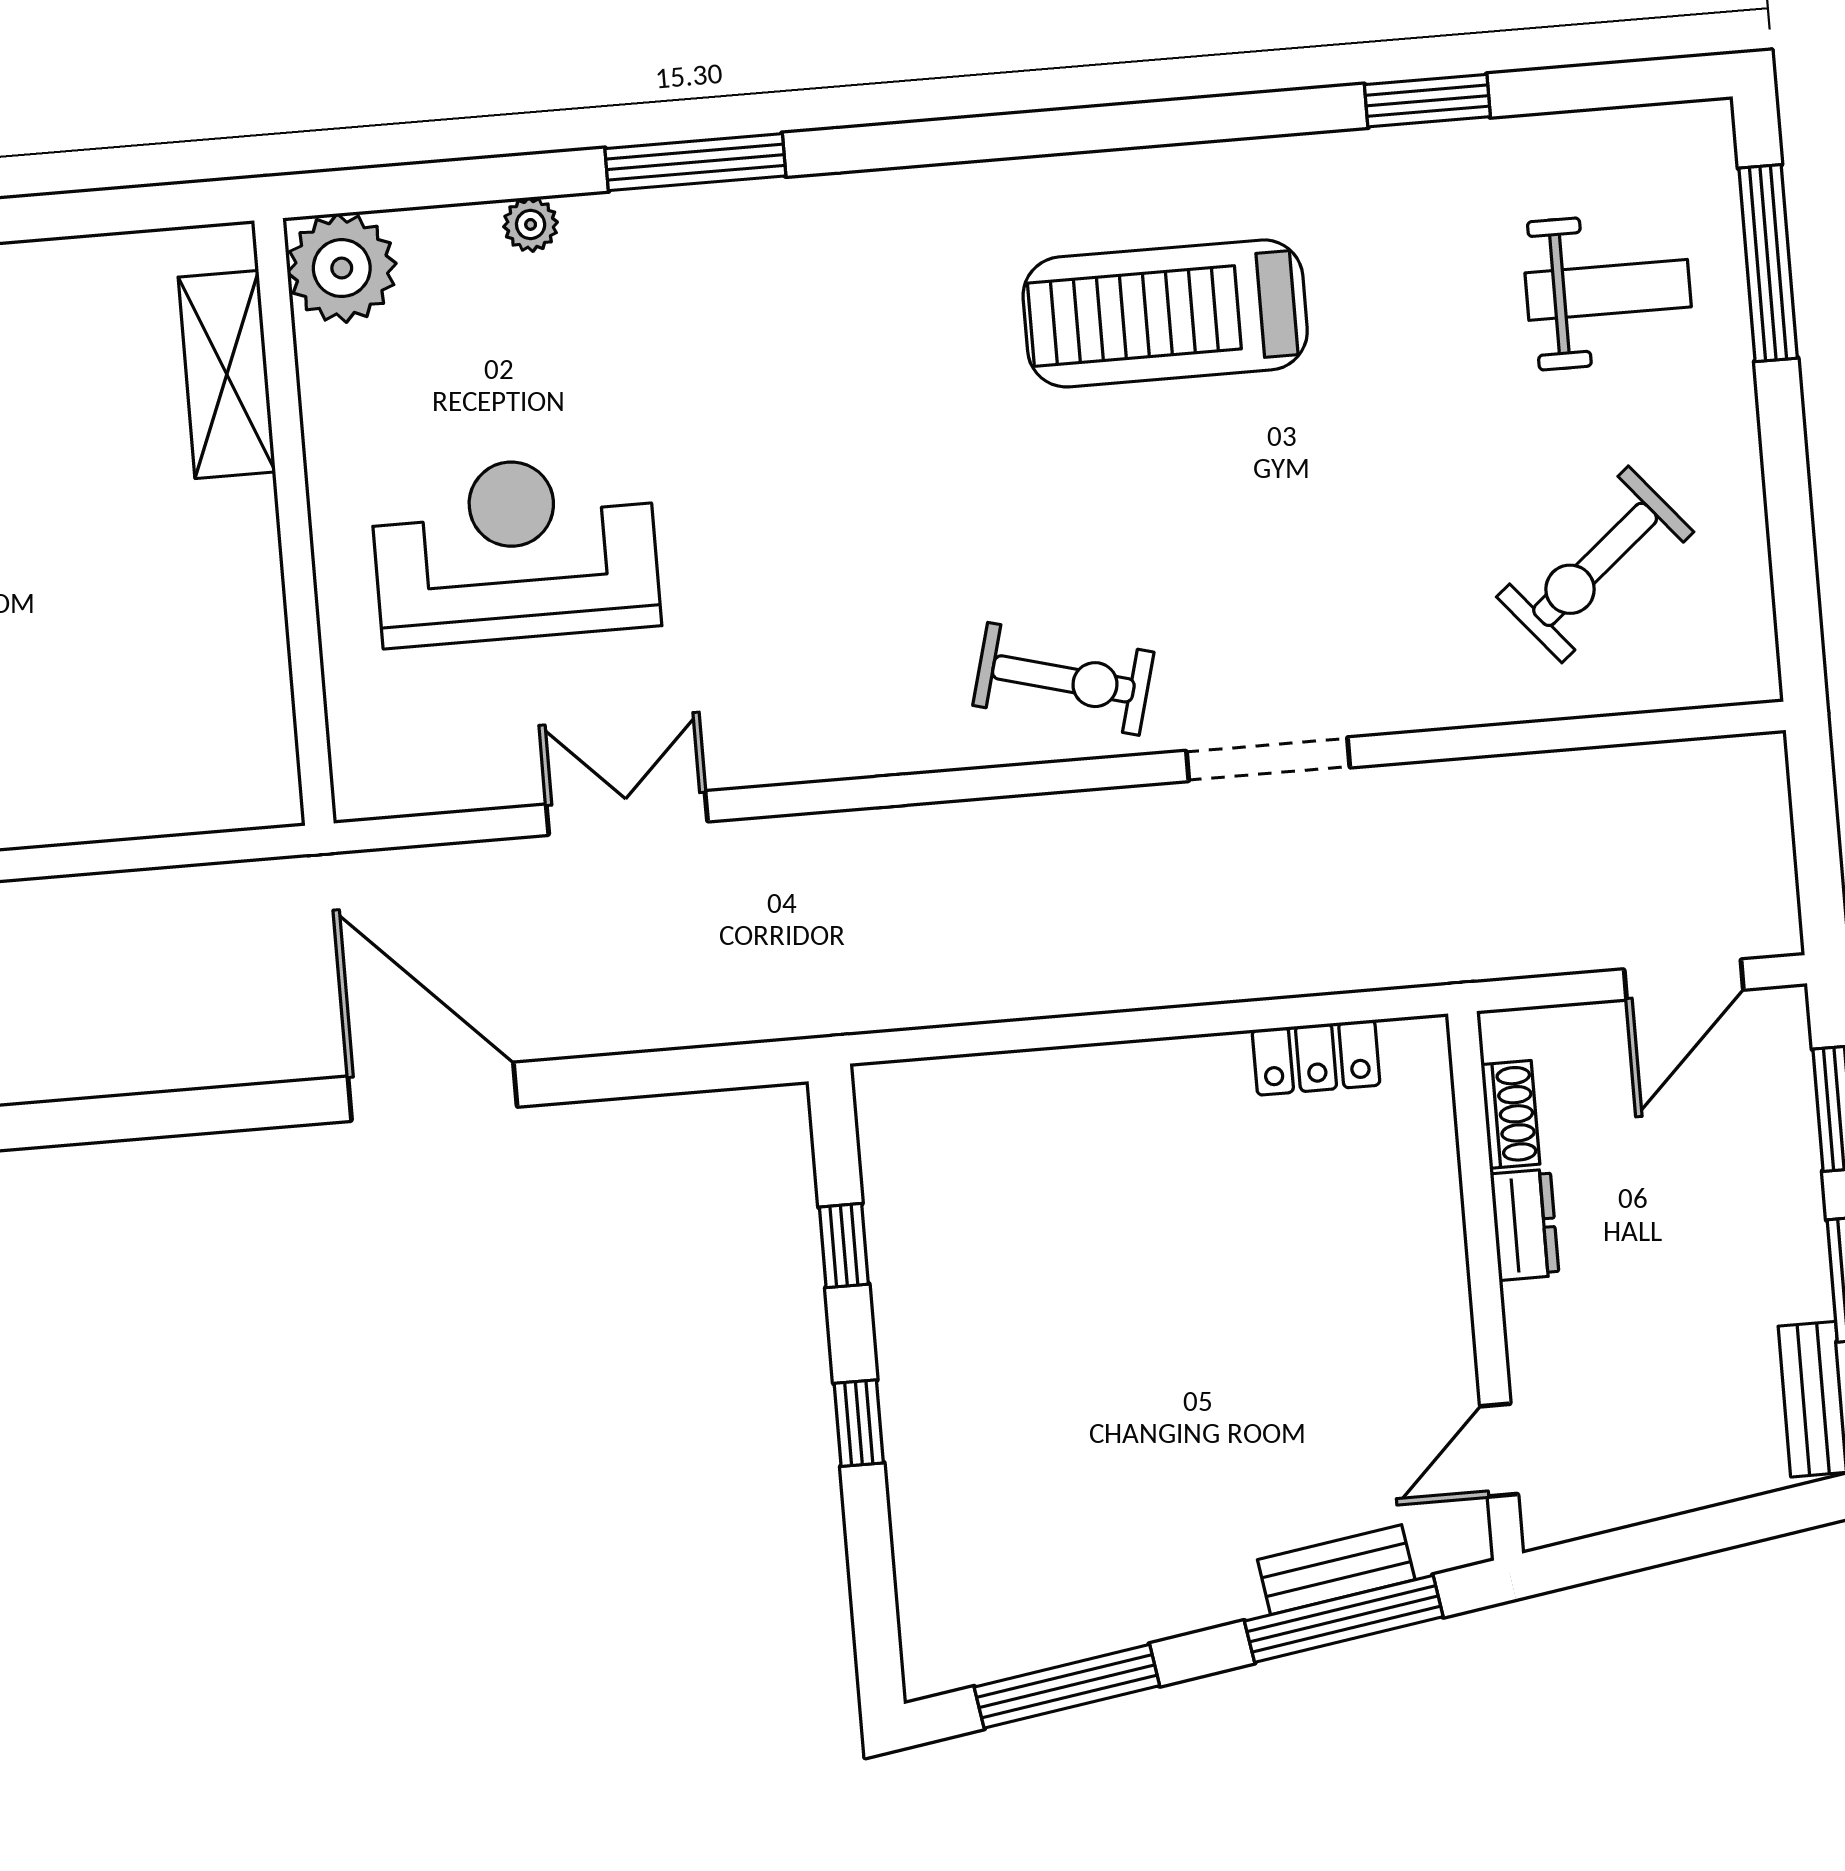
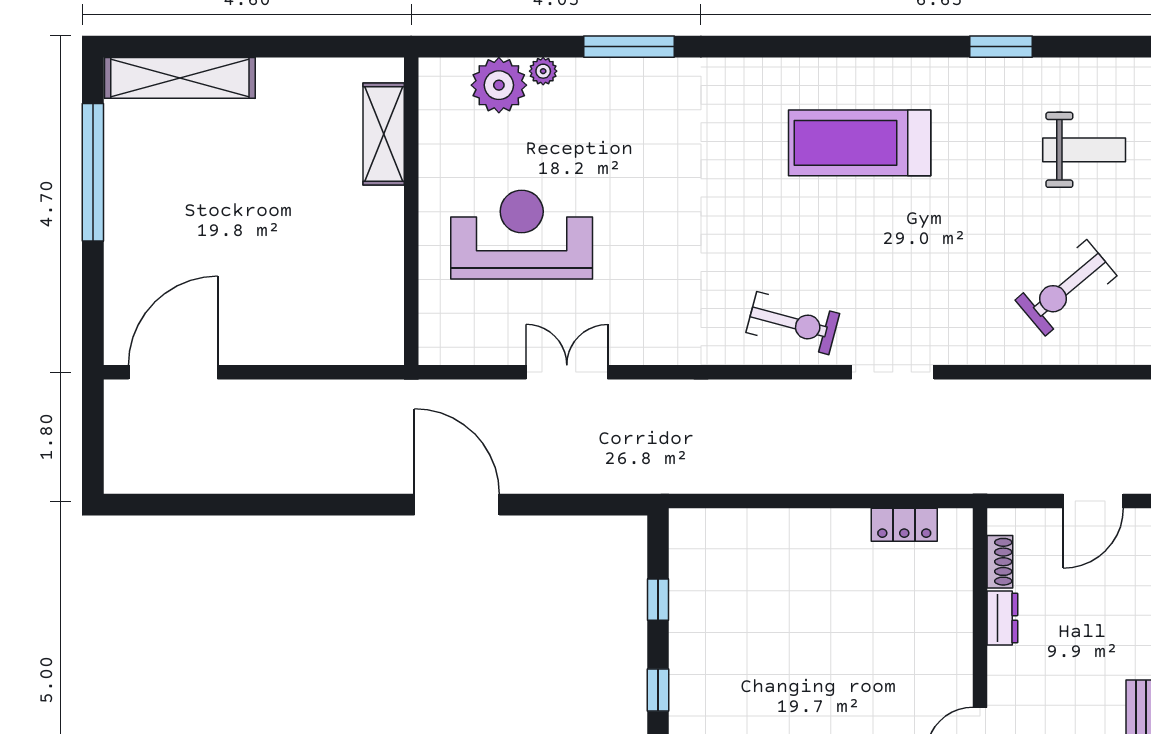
plant: (342, 268) -> (499, 85), moved

